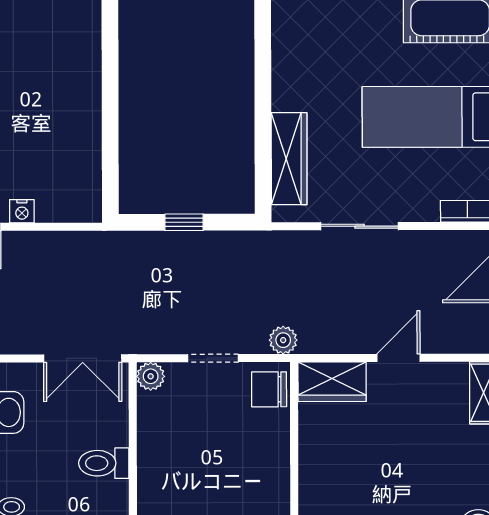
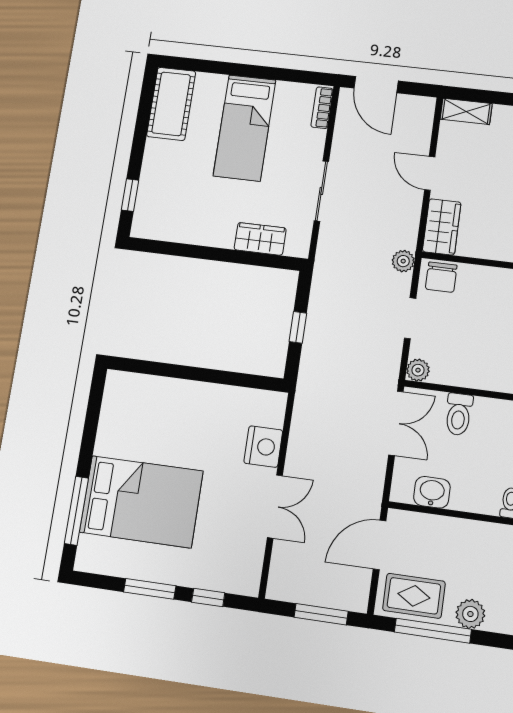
wardrobe: (289, 159) -> (260, 239), width x0.67
nightstand: (22, 211) -> (263, 447), width x1.89, depth x1.79
toilet: (104, 463) -> (459, 414), moved

